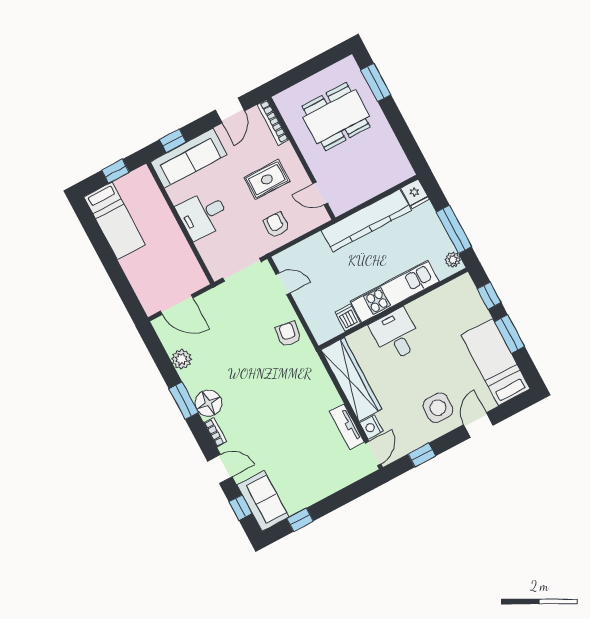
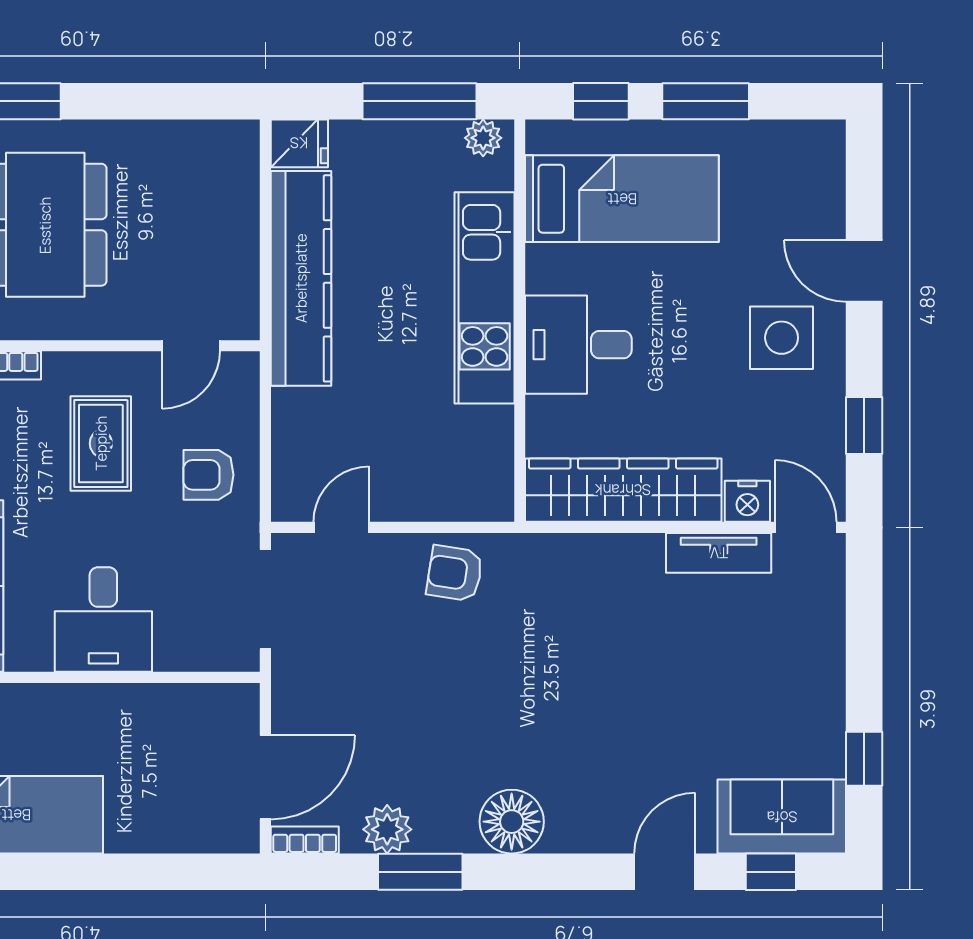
dishwasher: (348, 318) -> (487, 428), removed
bed: (495, 362) -> (622, 199), moved, turned 180
window: (184, 401) -> (420, 872), moved
bookcase: (215, 432) -> (305, 840), moved

